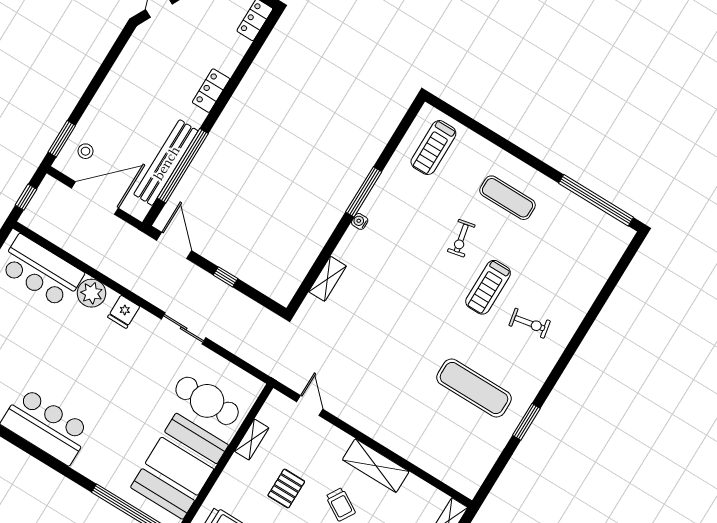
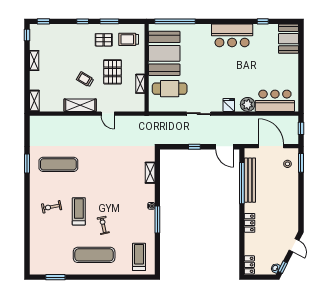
door: (95, 198) -> (271, 146), swing flipped
exercise mat: (508, 198) -> (94, 255), width x1.36, depth x1.45
window: (596, 200) -> (55, 277), width x0.47
door: (310, 406) -> (108, 114), moved
pallet: (286, 488) -> (113, 72), width x1.50, depth x1.42

